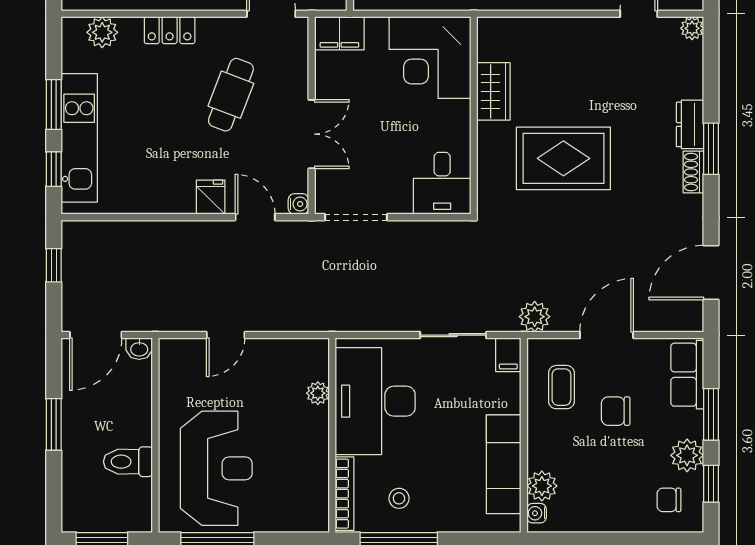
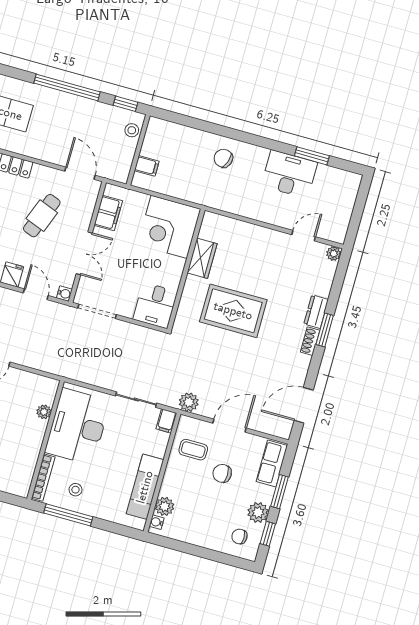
filing cabinet: (339, 33) -> (108, 213), moved, turned -90
coffee table: (561, 387) -> (193, 450), turned 90

